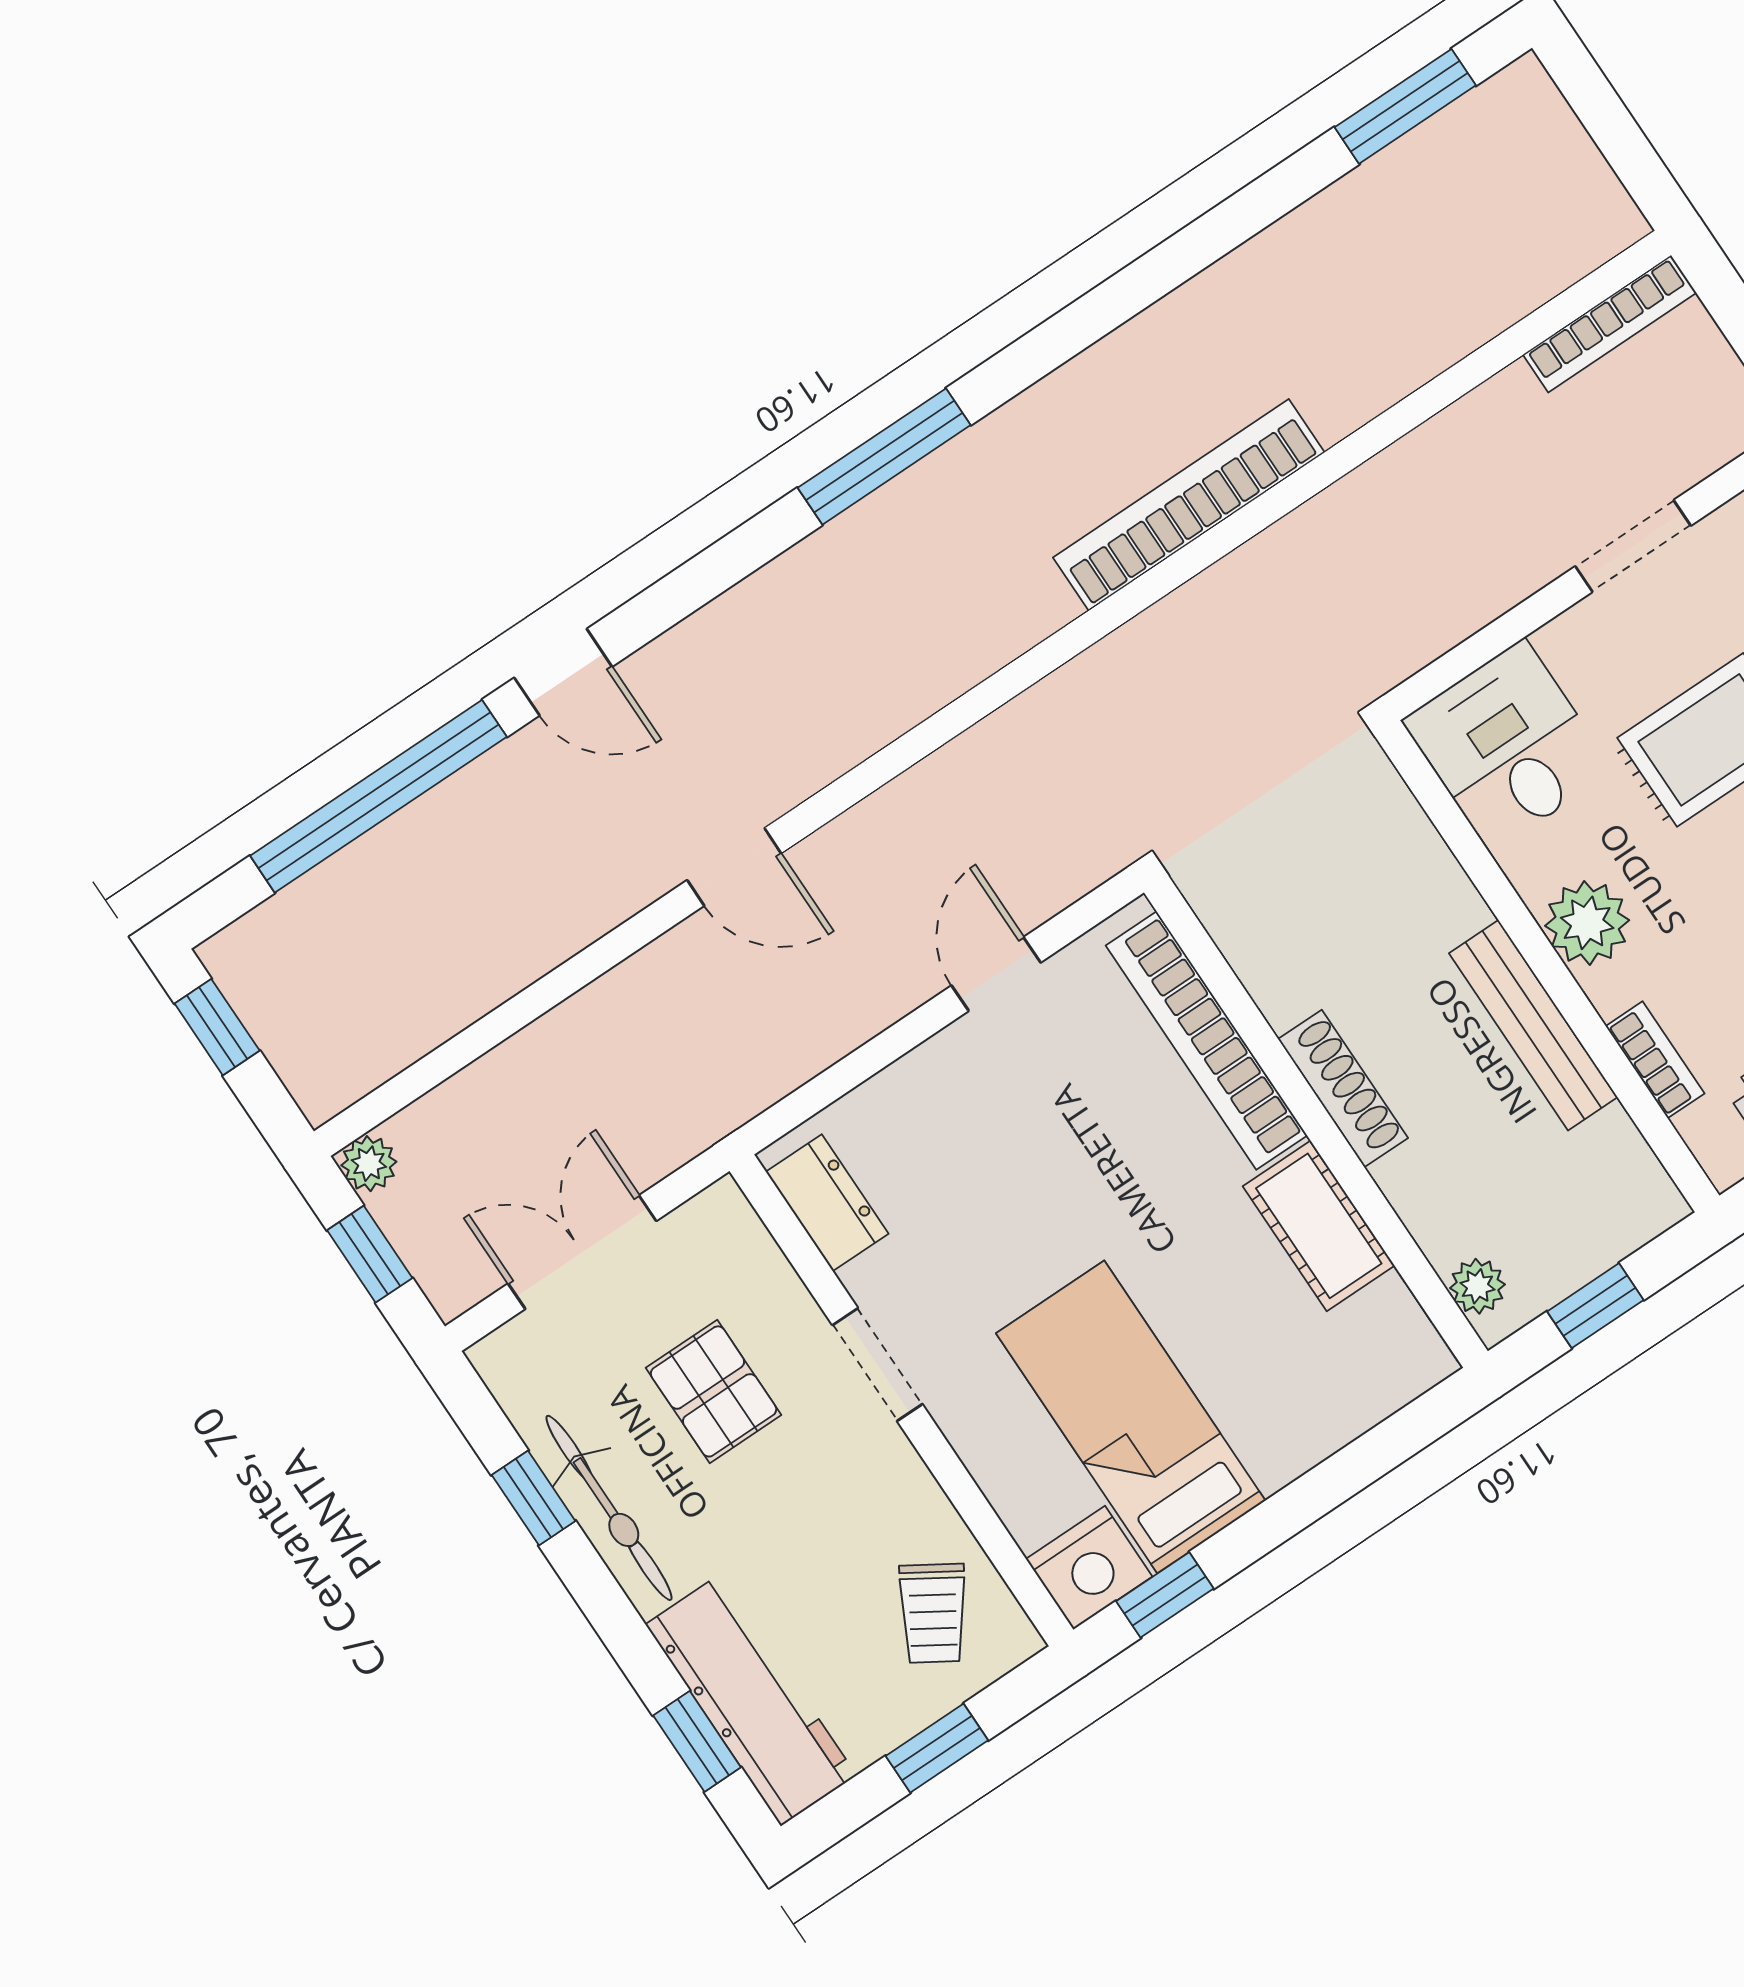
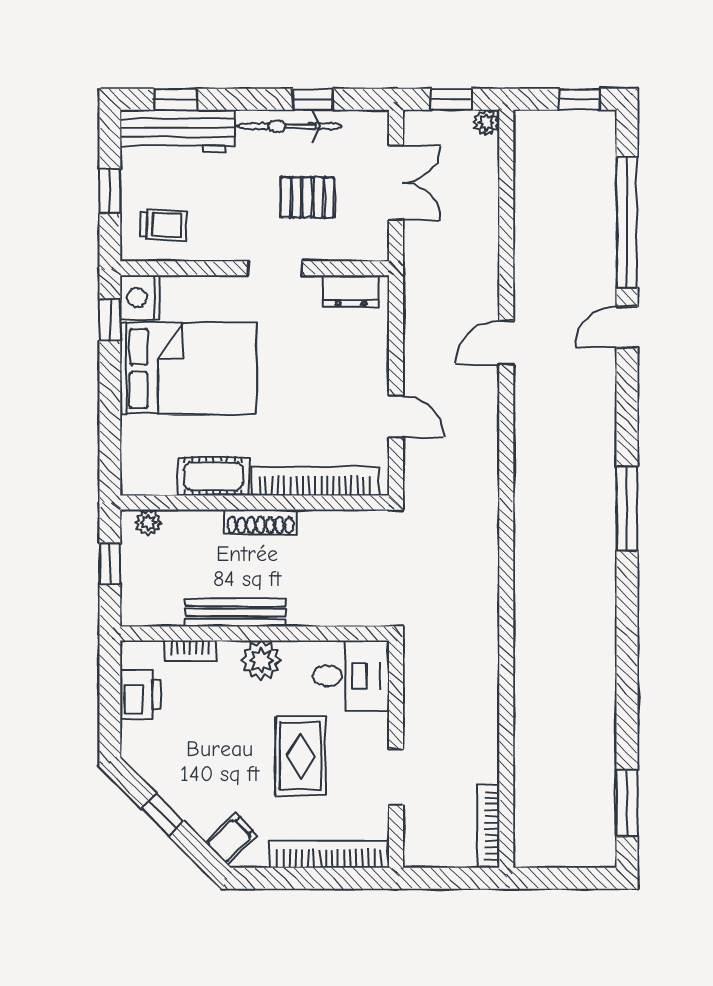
bookcase: (1189, 505) -> (528, 615), removed
bed: (1131, 1417) -> (188, 368), width x1.50
trolley: (933, 1613) -> (163, 225), turned 150

